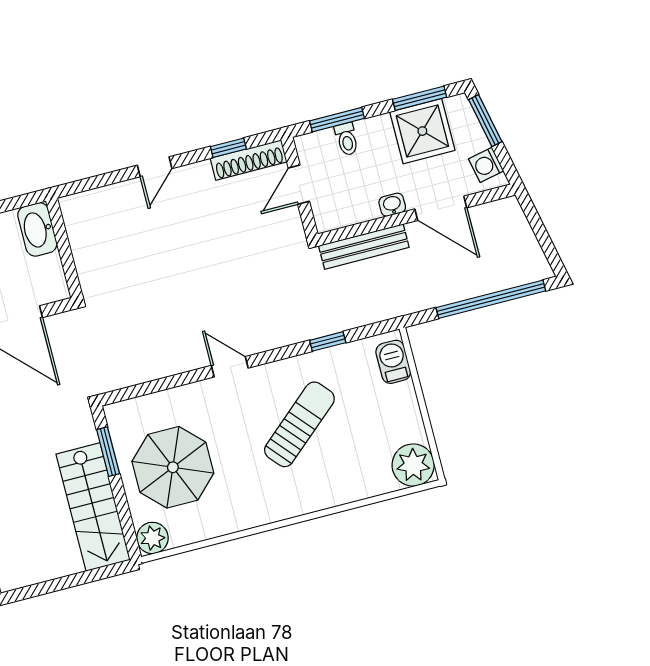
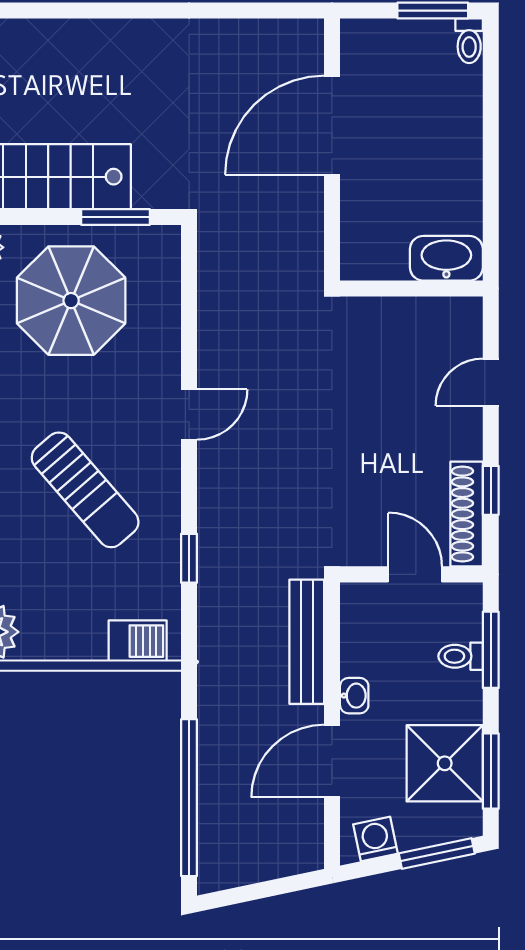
door: (155, 167) -> (491, 382), hinge flipped
washbasin: (37, 229) -> (446, 258), moved
wall: (64, 248) -> (411, 288), moved

